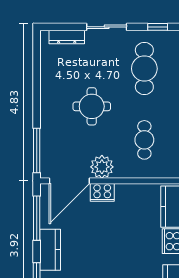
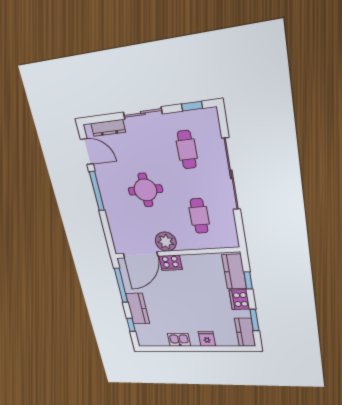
door: (37, 59) -> (87, 152), added
cafe table: (144, 69) -> (187, 150), width x0.73, depth x0.74
window: (37, 150) -> (97, 191), moved

